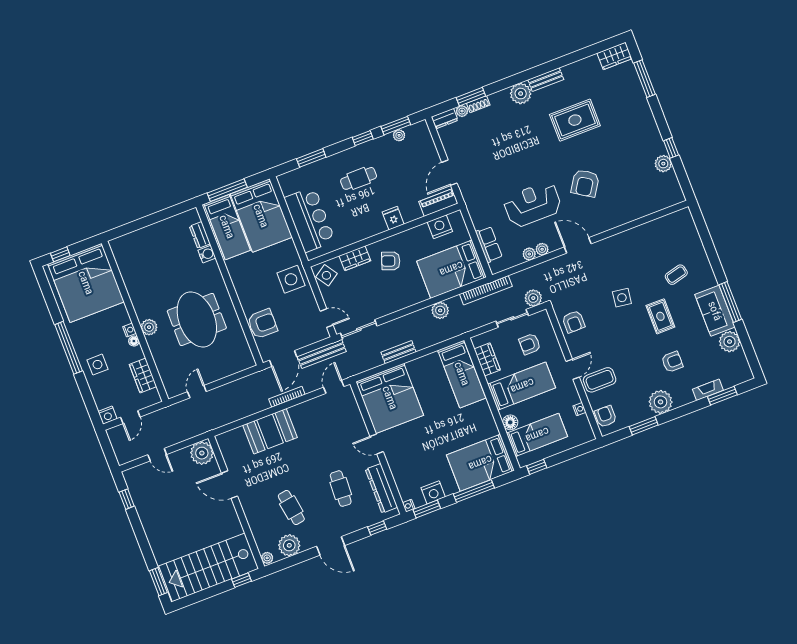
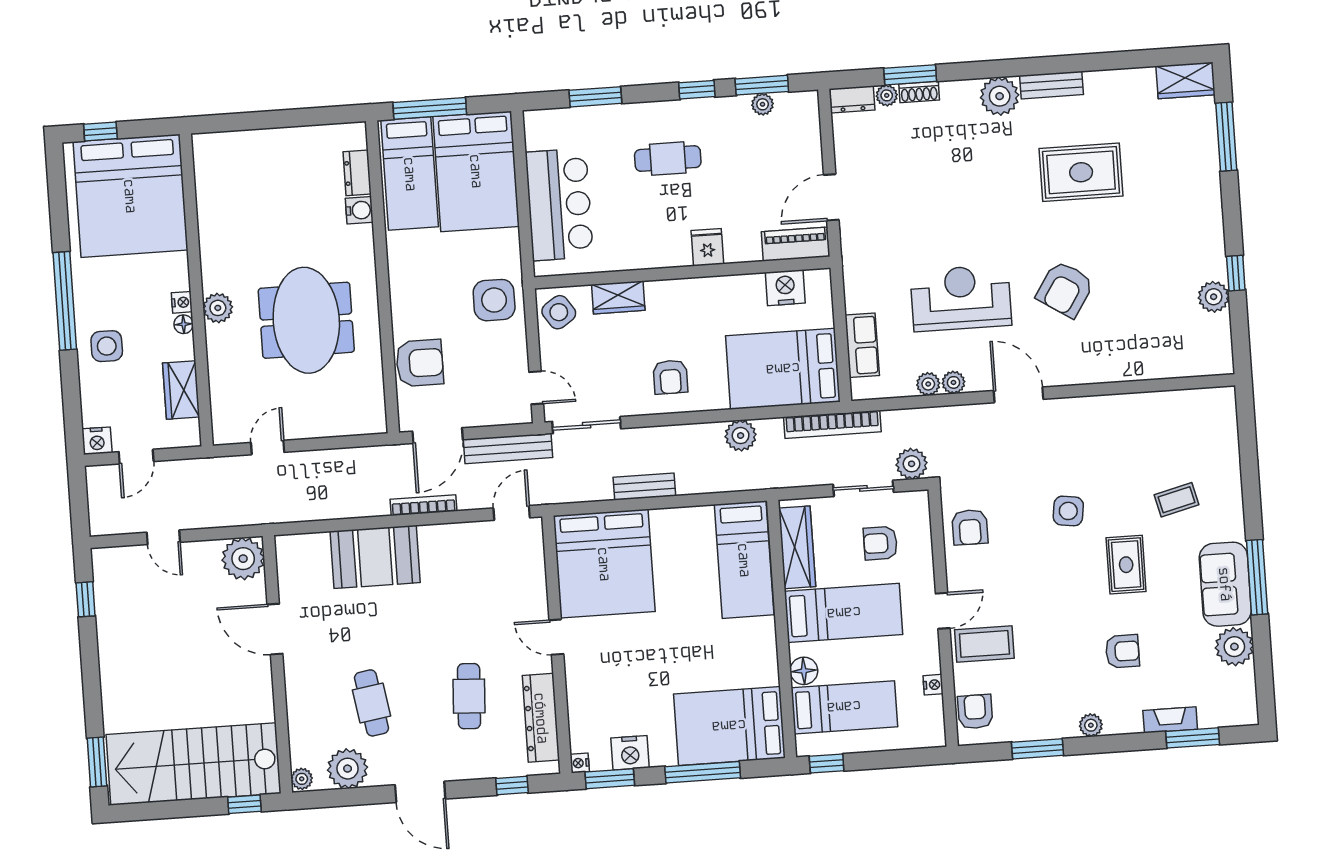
armchair: (391, 261) -> (670, 377), moved, turned -110
wardrobe: (487, 359) -> (797, 547), width x1.50
plant: (661, 402) -> (1091, 725), width x0.53, depth x0.53

